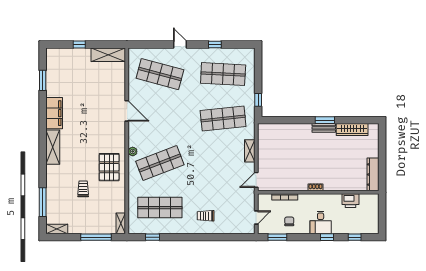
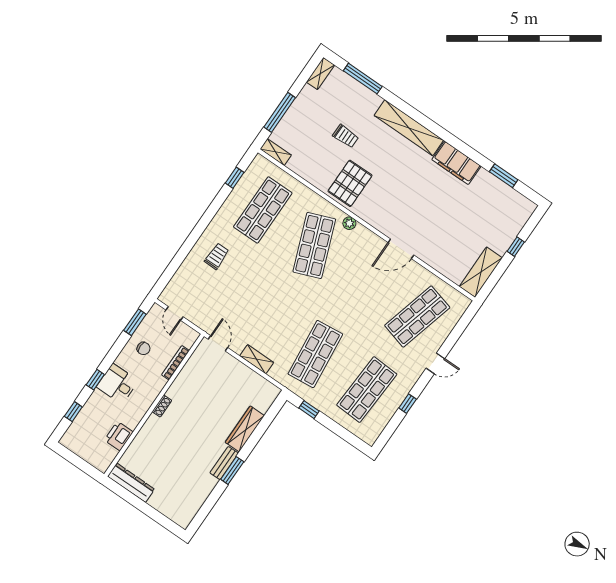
wardrobe: (352, 130) -> (245, 429), moved
shelving: (53, 147) -> (409, 128), width x1.47
pallet: (109, 167) -> (350, 183), turned 90

